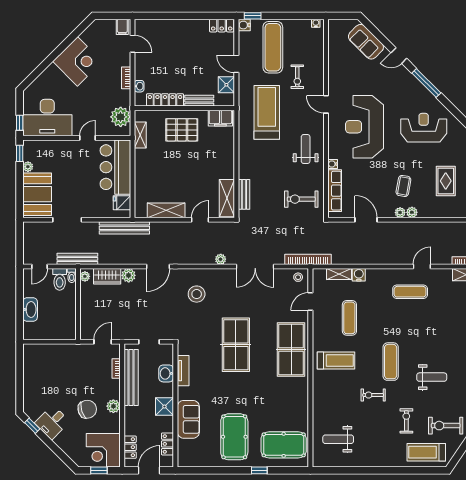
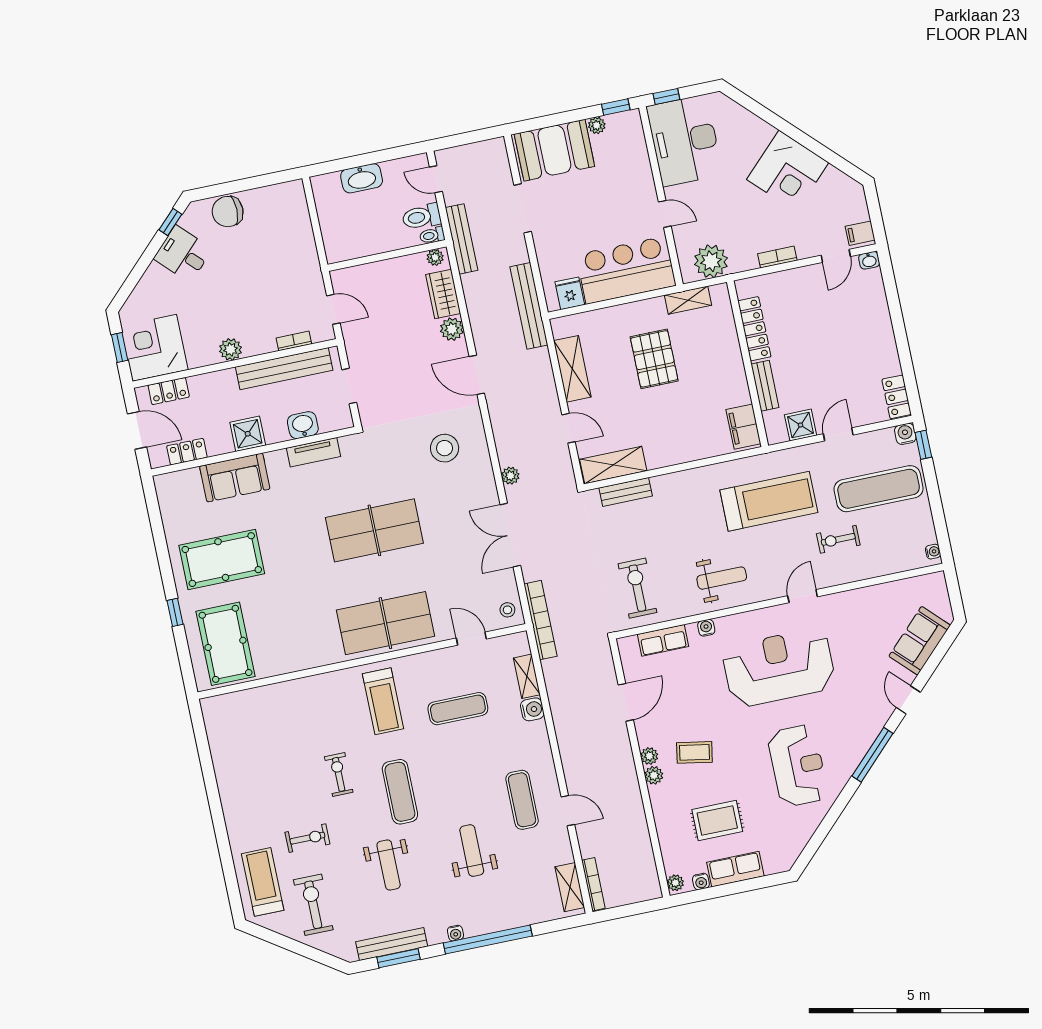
washbasin: (139, 86) -> (869, 260), moved
pallet: (182, 130) -> (654, 359), moved
row of seats: (335, 191) -> (663, 640), width x0.68
exercise mat: (391, 362) -> (400, 792), turned 90
chair: (87, 409) -> (228, 212), moved, turned 108
weight bench: (338, 439) -> (472, 851), moved

